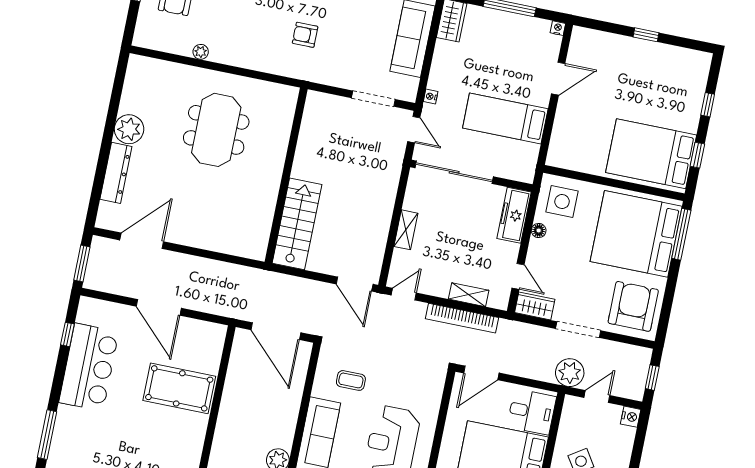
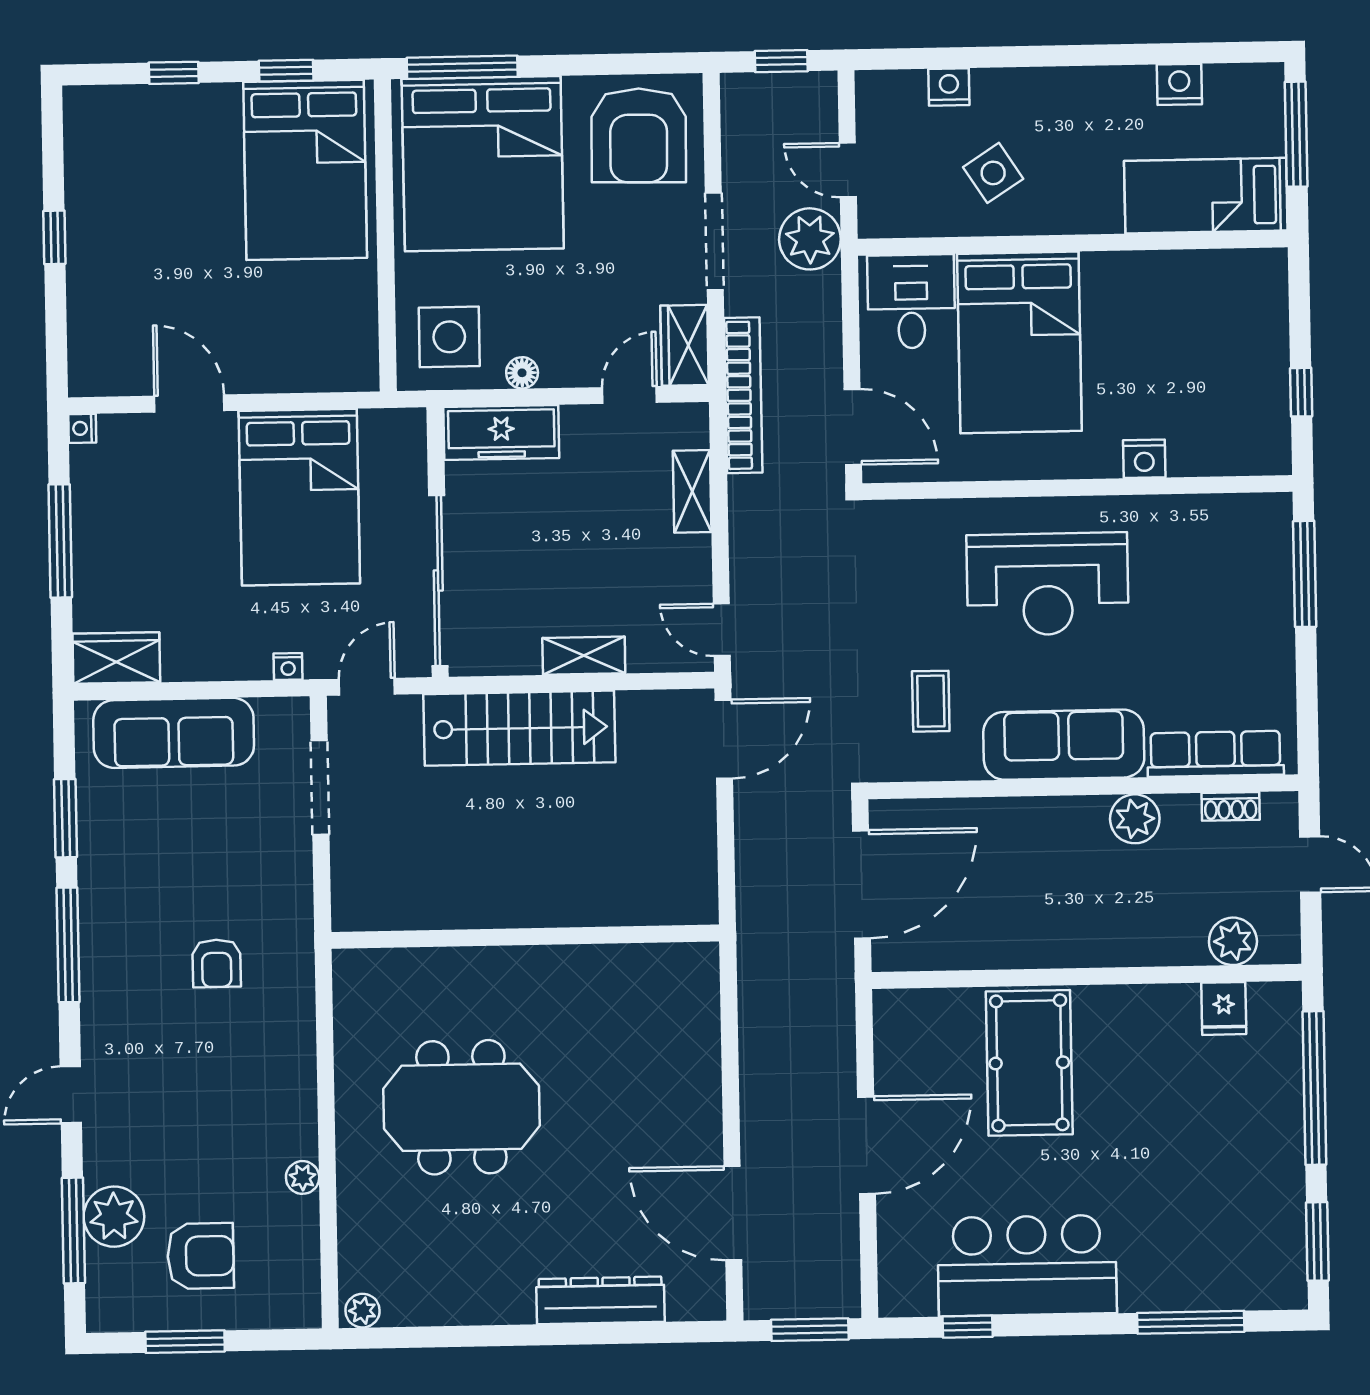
bed: (505, 118) -> (299, 497), width x1.50
plant: (129, 129) -> (362, 1311), moved, width x0.53, depth x0.53
stairs: (297, 224) -> (519, 728), moved, turned 180
armchair: (633, 306) -> (639, 135), turned -89
bookcase: (462, 318) -> (743, 395), moved
nightstand: (631, 417) -> (949, 87), moved

